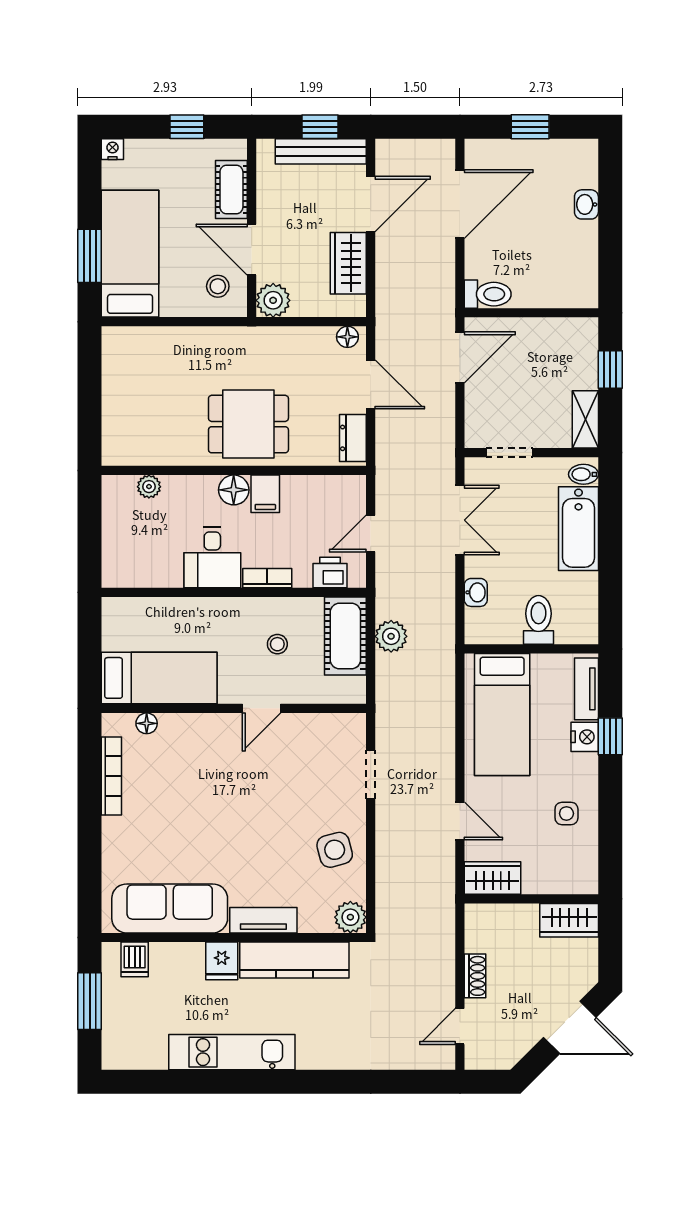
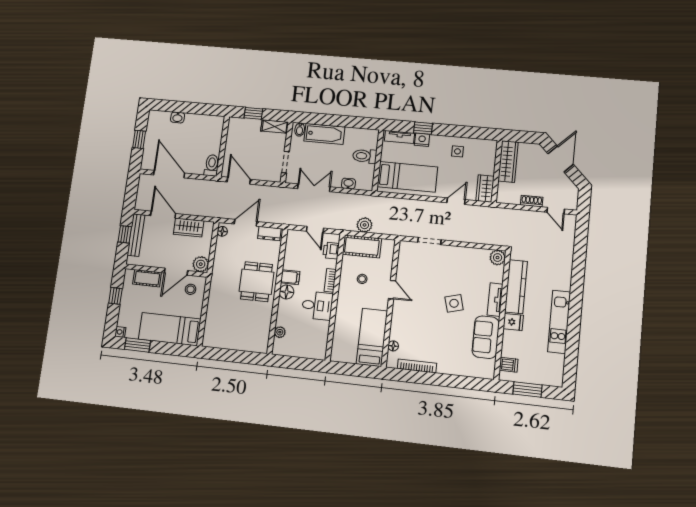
window: (90, 256) -> (137, 345), moved
side table: (335, 850) -> (454, 303), moved
sofa: (170, 908) -> (486, 337), width x0.73
wardrobe: (569, 920) -> (508, 162), width x1.50

